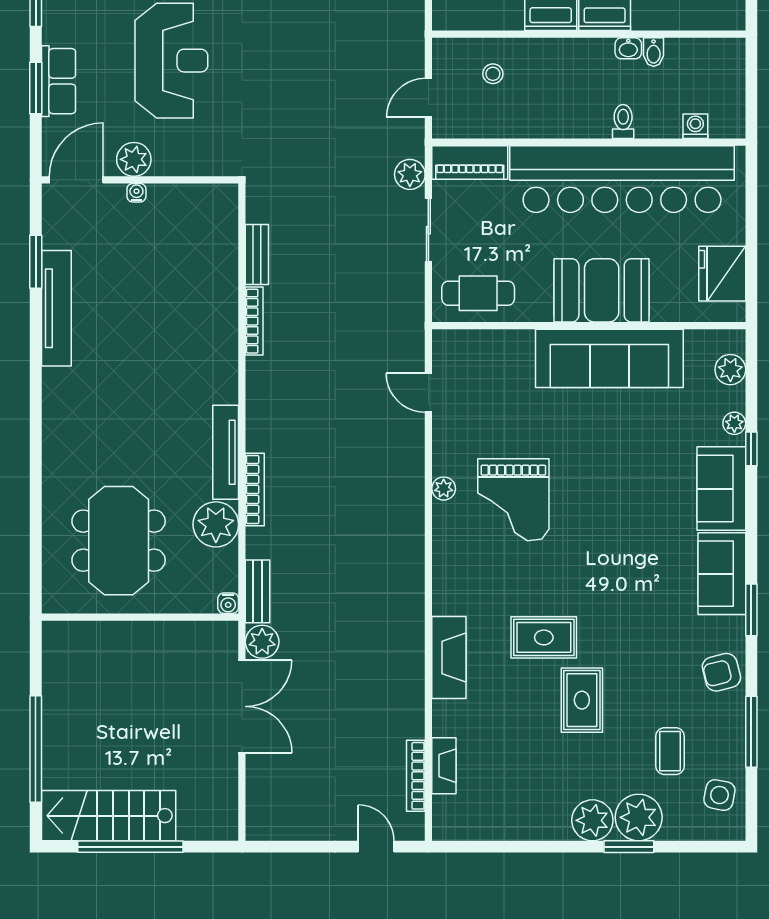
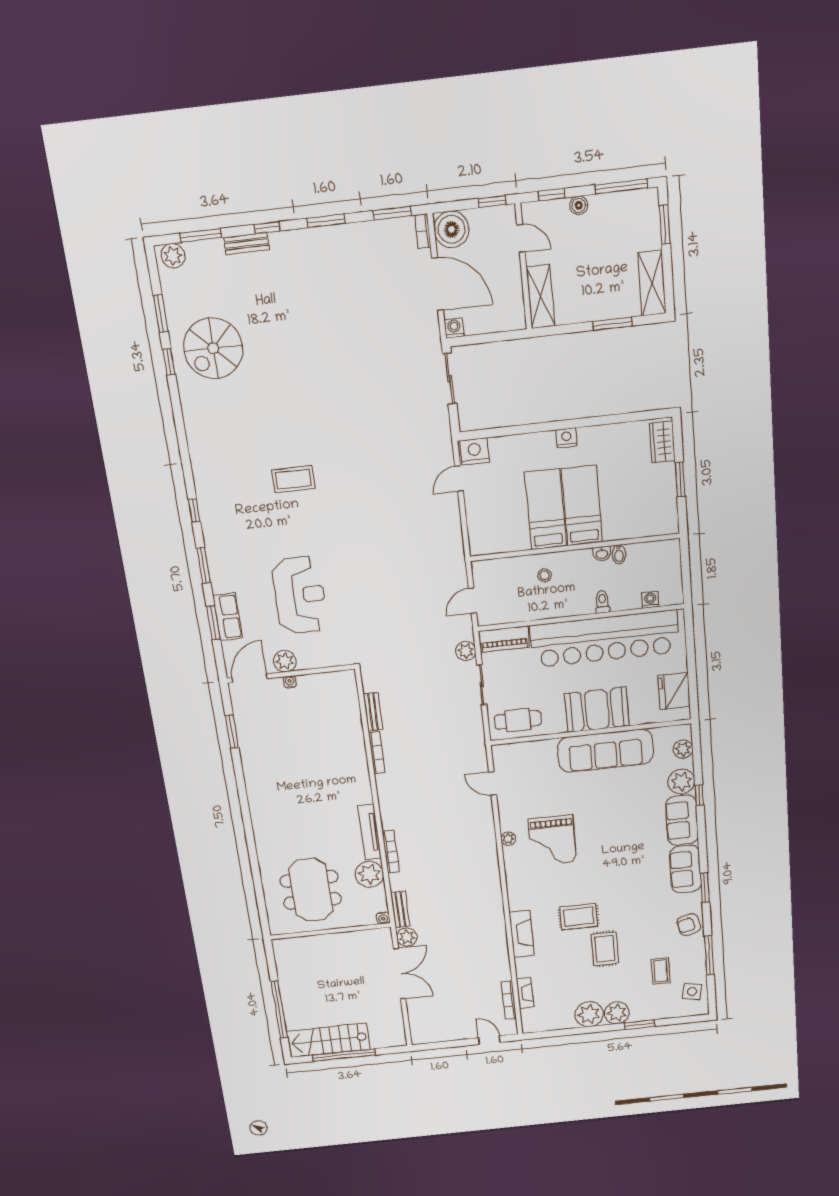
stool: (493, 74) -> (545, 575), moved
tv unit: (56, 308) -> (250, 758), removed
plant: (734, 423) -> (681, 782), width x1.88, depth x1.88
plant: (639, 817) -> (589, 1014), moved

